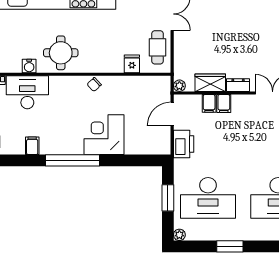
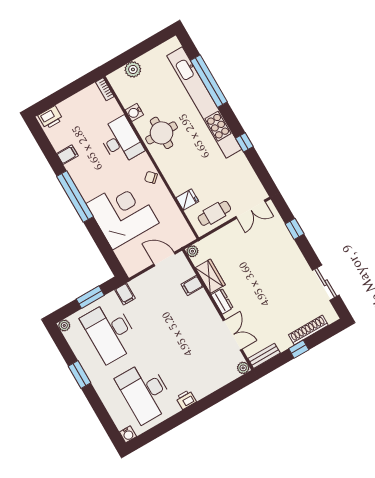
desk: (27, 92) -> (121, 141), moved
filing cabinet: (224, 103) -> (125, 294), moved, turned -90
corner desk: (104, 135) -> (123, 213), width x1.36, depth x1.36
printer: (184, 144) -> (144, 284), removed

